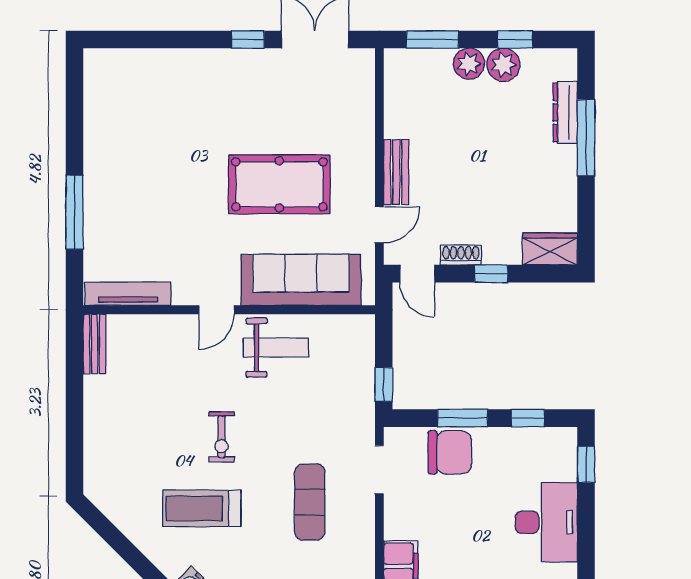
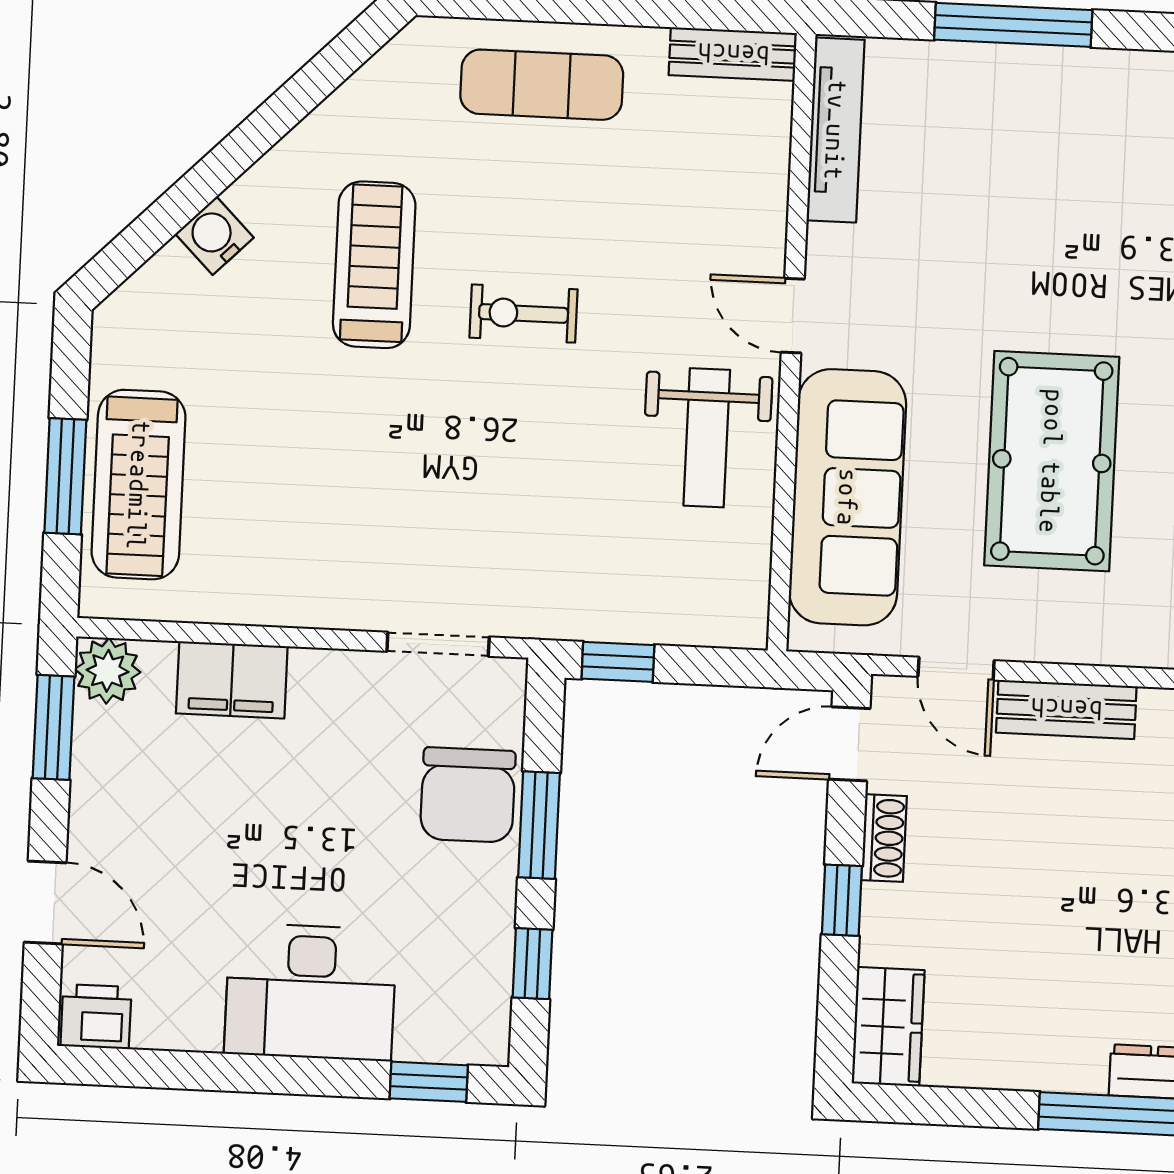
exercise mat: (310, 502) -> (542, 85), moved

